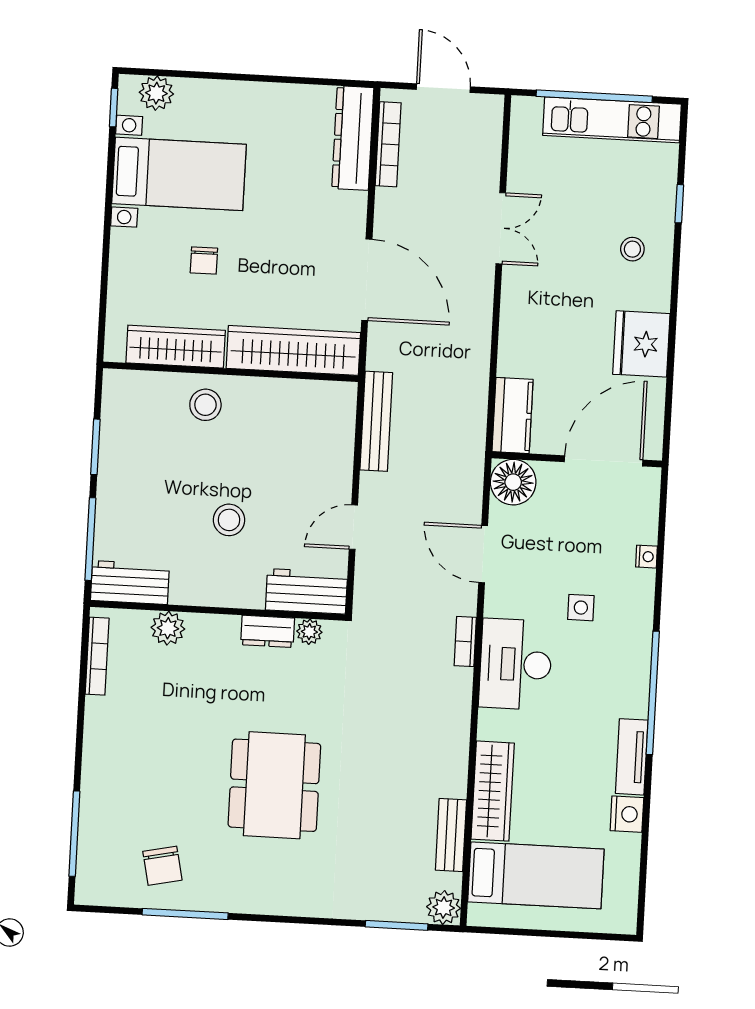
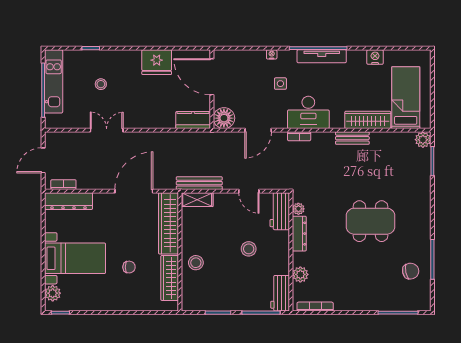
bookcase: (388, 144) -> (63, 185), width x0.64
bed with nightstands: (179, 174) -> (75, 258), moved, turned 90
stool: (632, 249) -> (101, 84), moved
shelving: (341, 415) -> (197, 200), added
nightstand: (646, 557) -> (272, 54), moved
dresser: (268, 631) -> (299, 234), width x1.44
tv unit: (632, 757) -> (322, 56), moved, width x1.41
bench: (451, 835) -> (352, 138), moved

